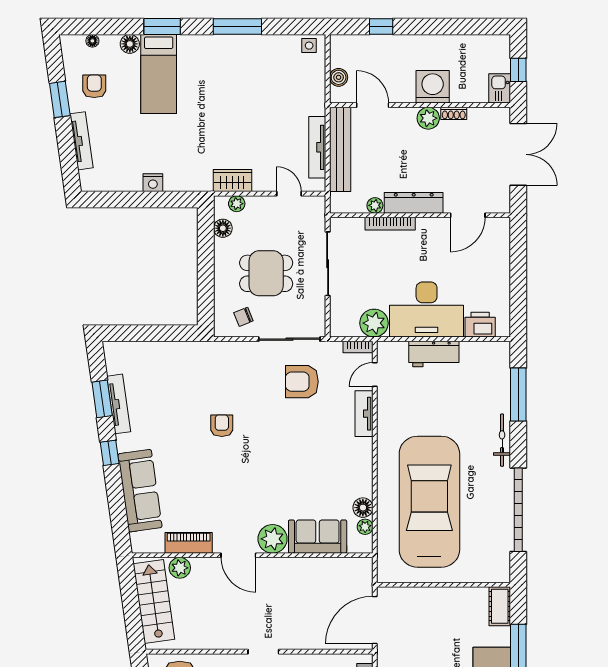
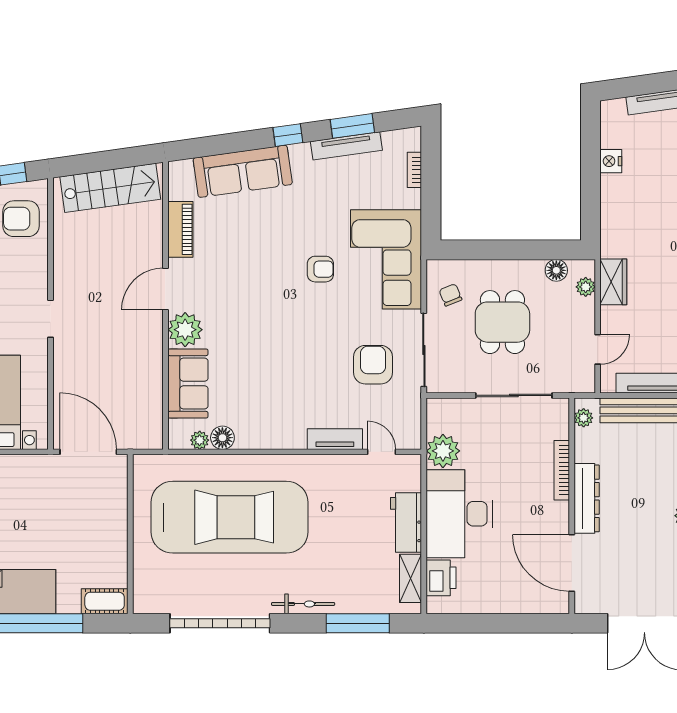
nightstand: (153, 183) -> (611, 161), moved
plant: (375, 205) -> (584, 418), moved
door: (468, 215) -> (572, 563), width x1.36
bookcase: (358, 347) -> (414, 170), moved
shelving: (481, 350) -> (411, 578), added
corner sofa: (214, 371) -> (386, 259), added
plant: (180, 568) -> (151, 219), removed

